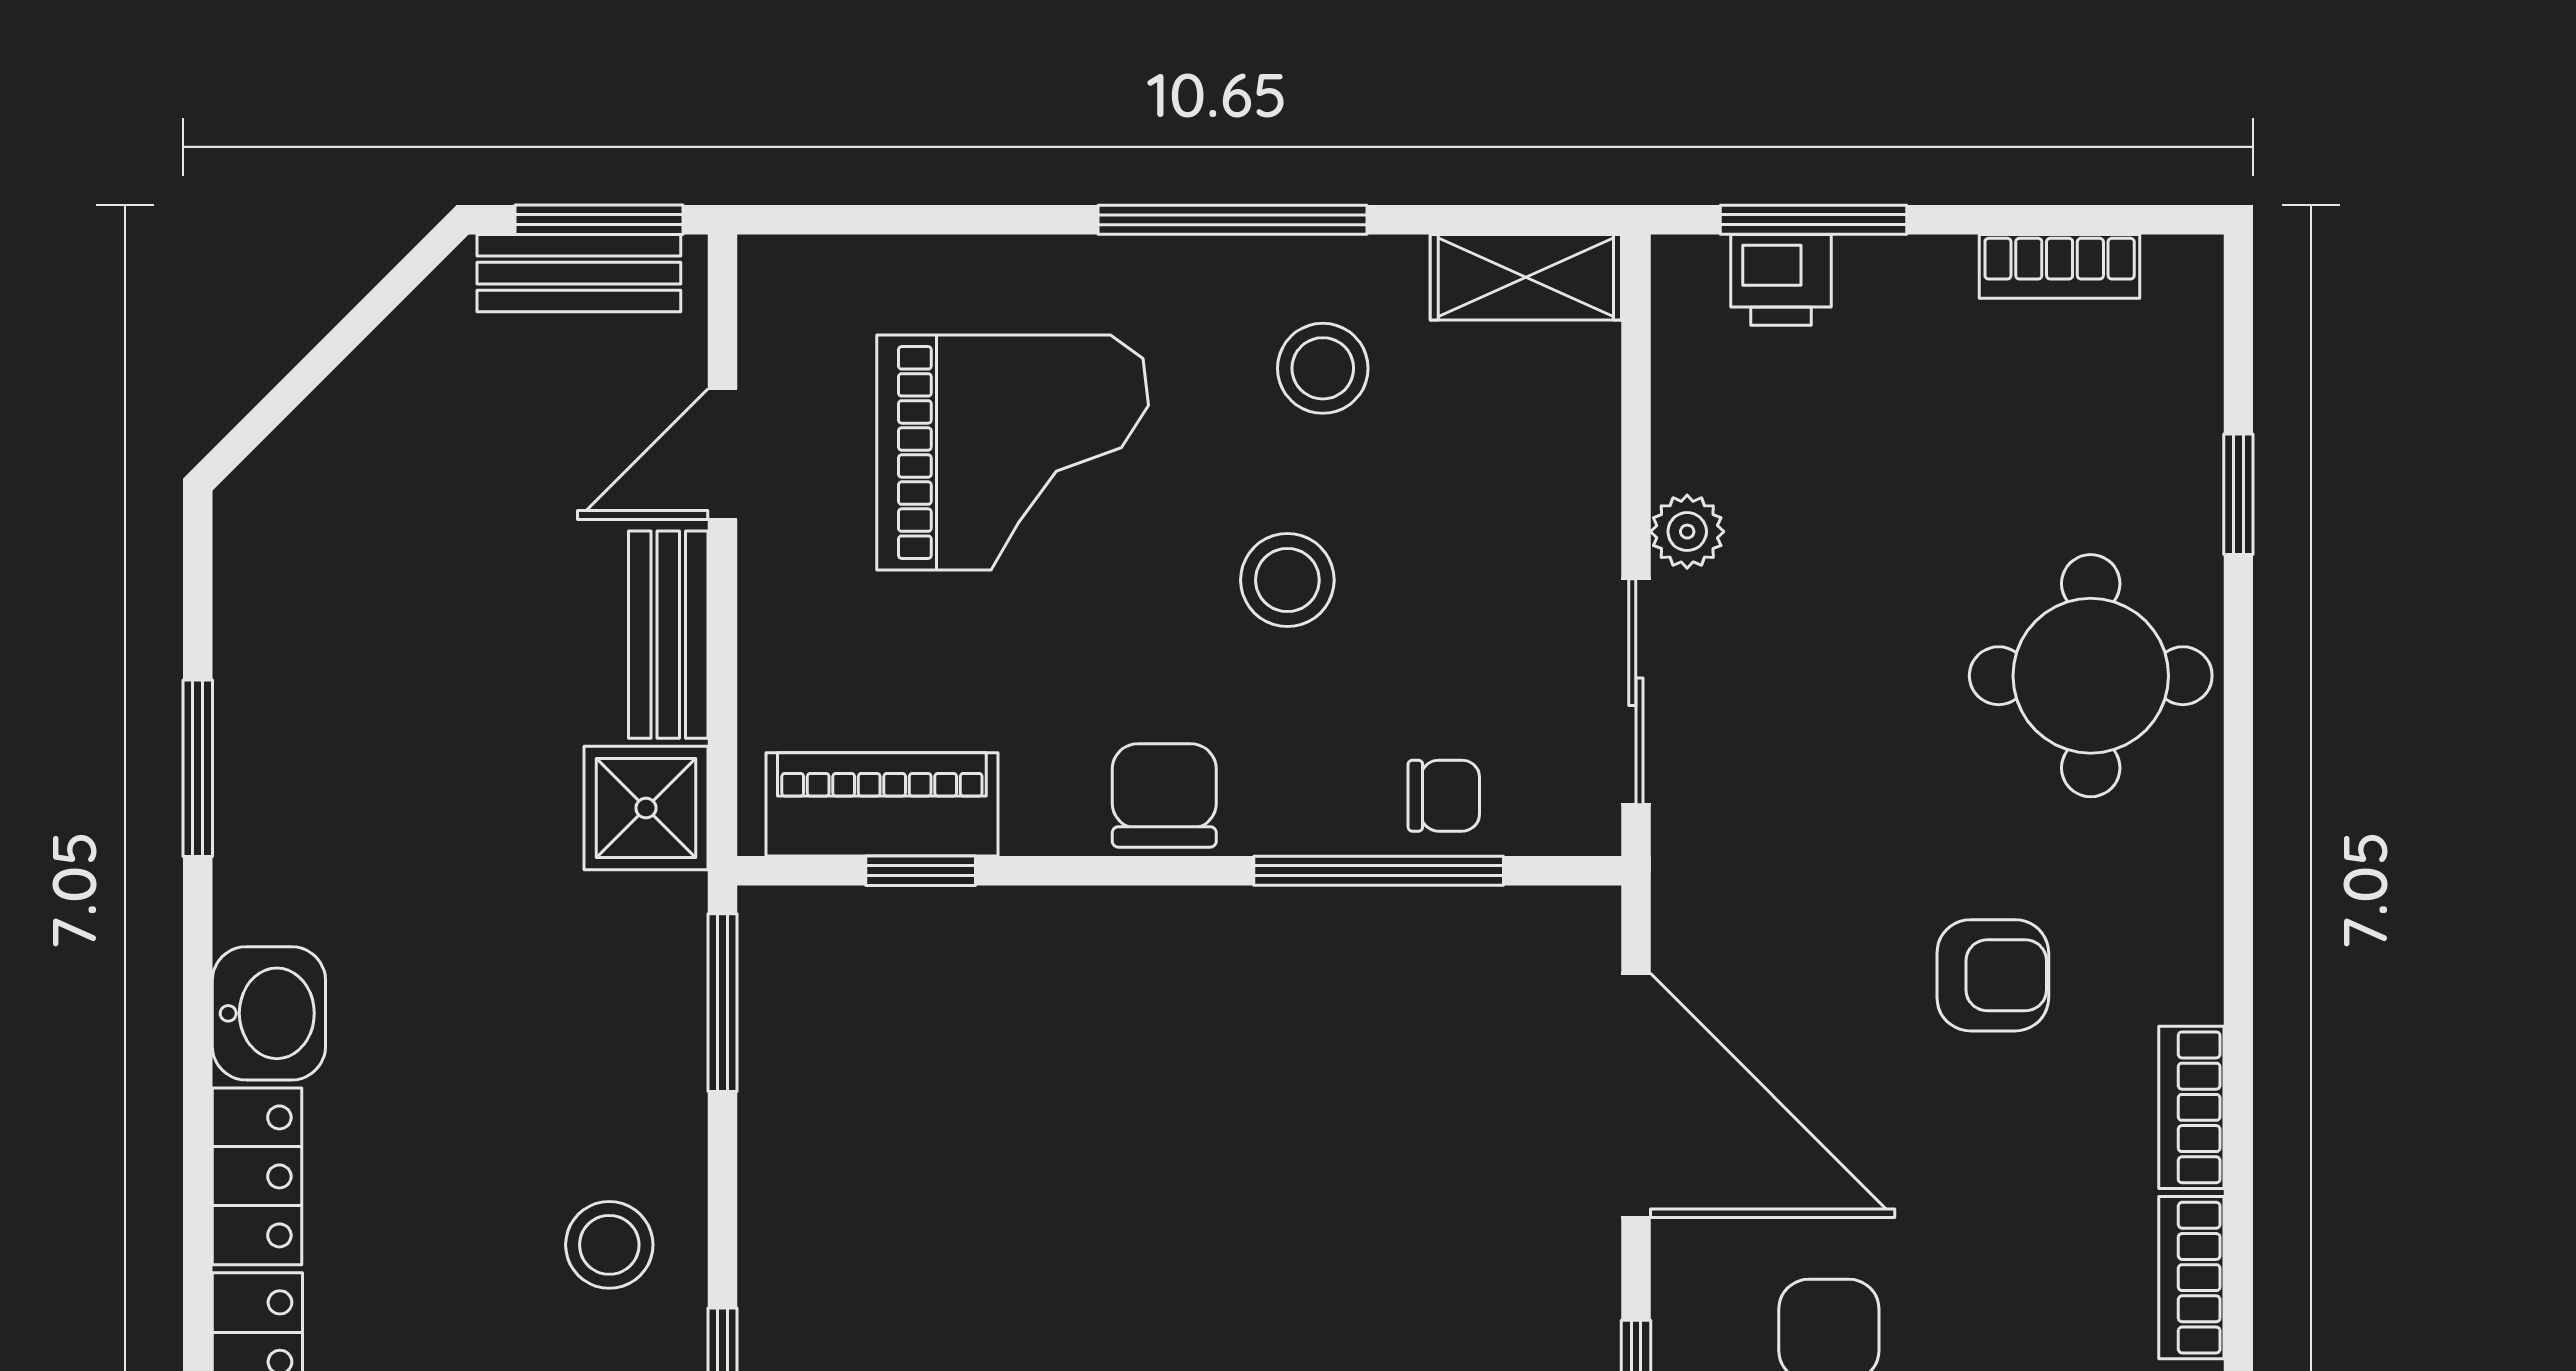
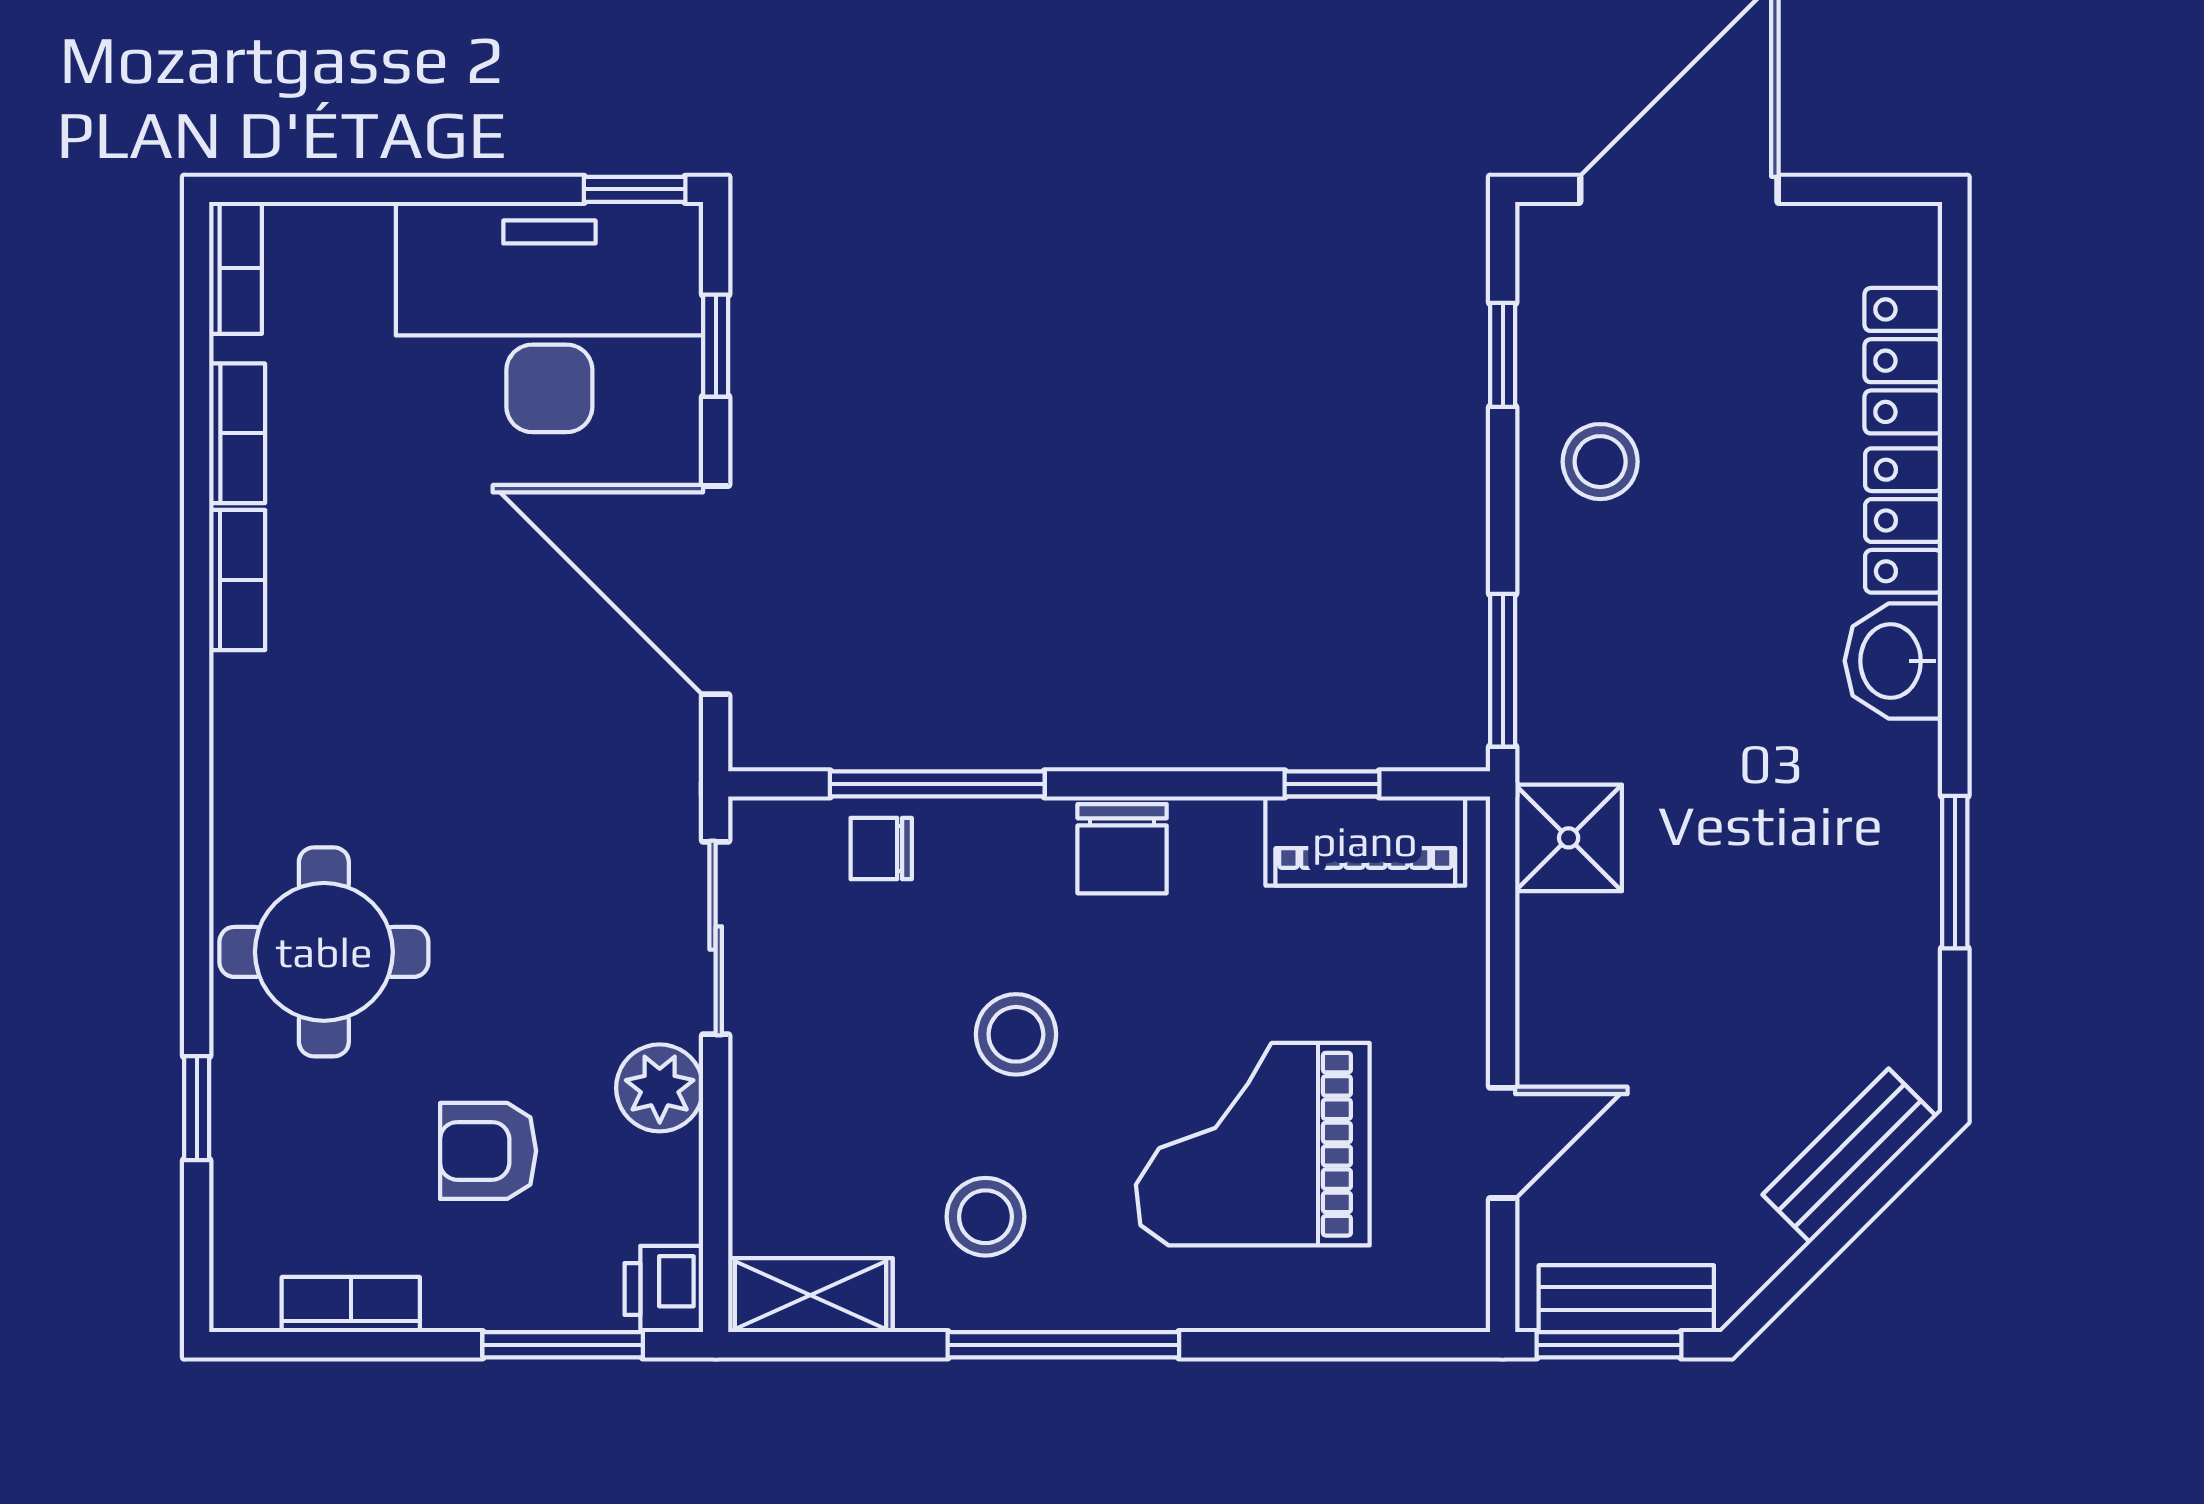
printer: (1781, 280) -> (664, 1289), moved, turned -90
plant: (1687, 532) -> (660, 1088), width x1.38, depth x1.38
bench: (668, 635) -> (1850, 1156), moved, turned 45
armchair: (1993, 975) -> (488, 1151), moved

